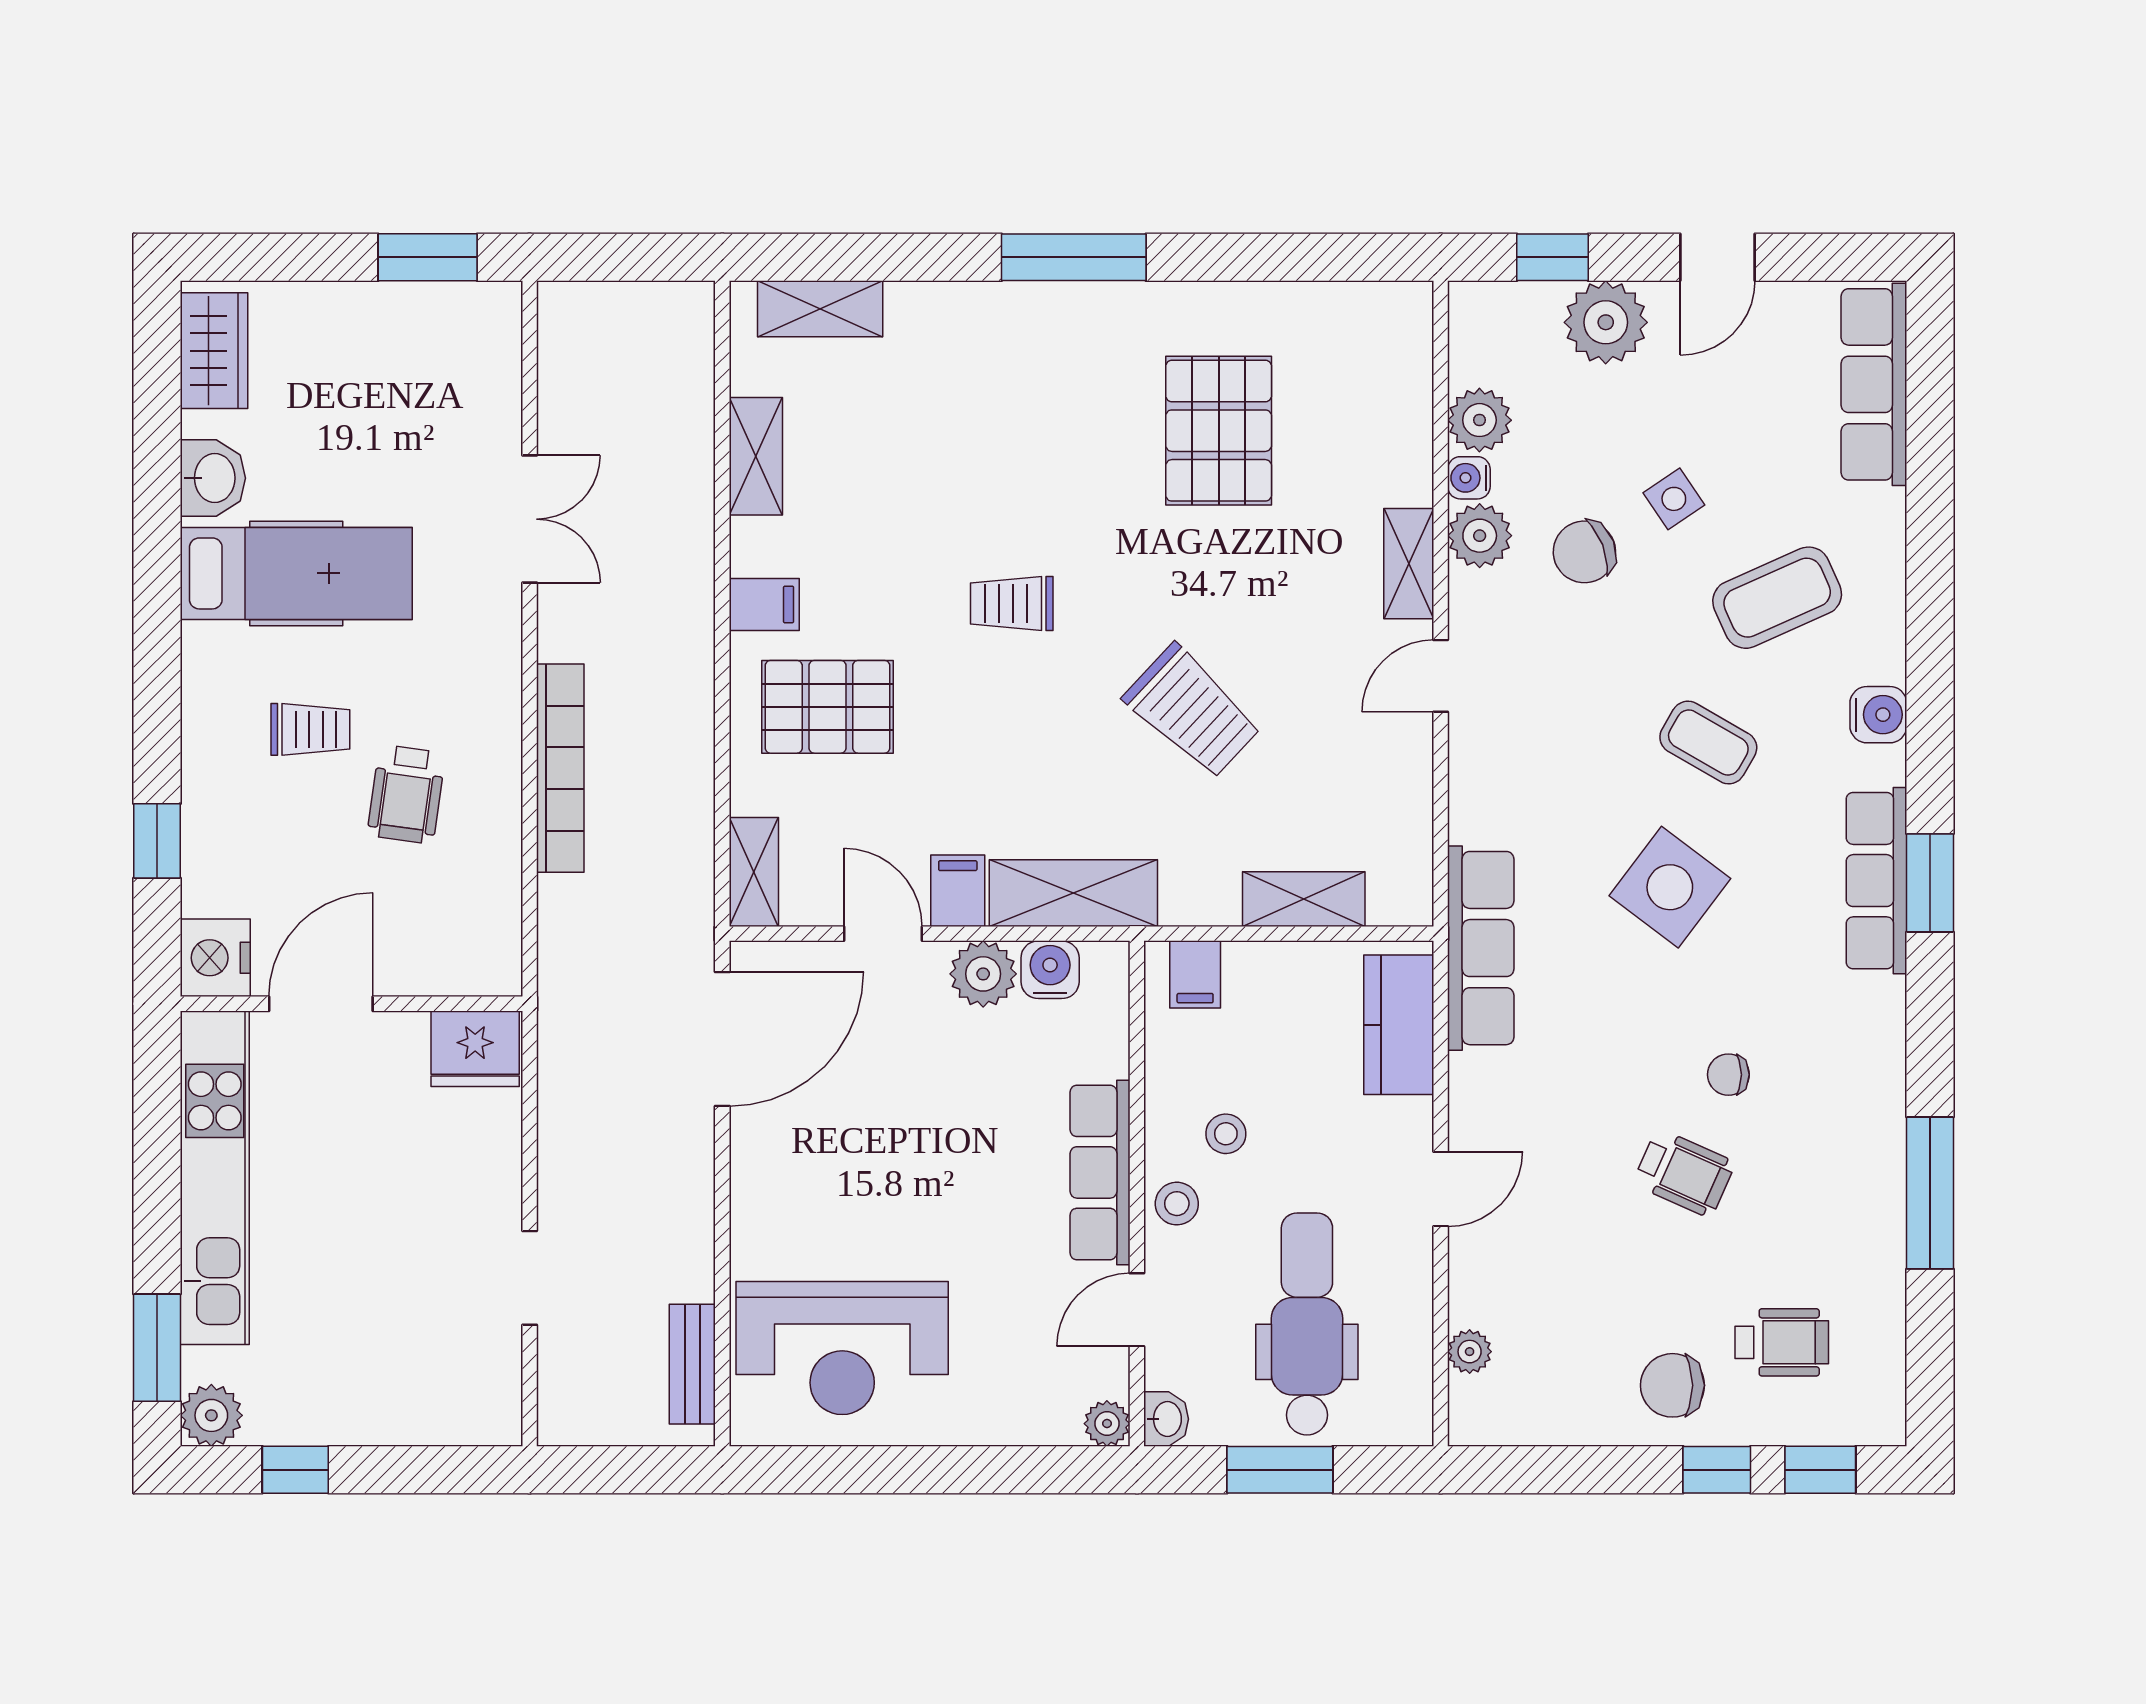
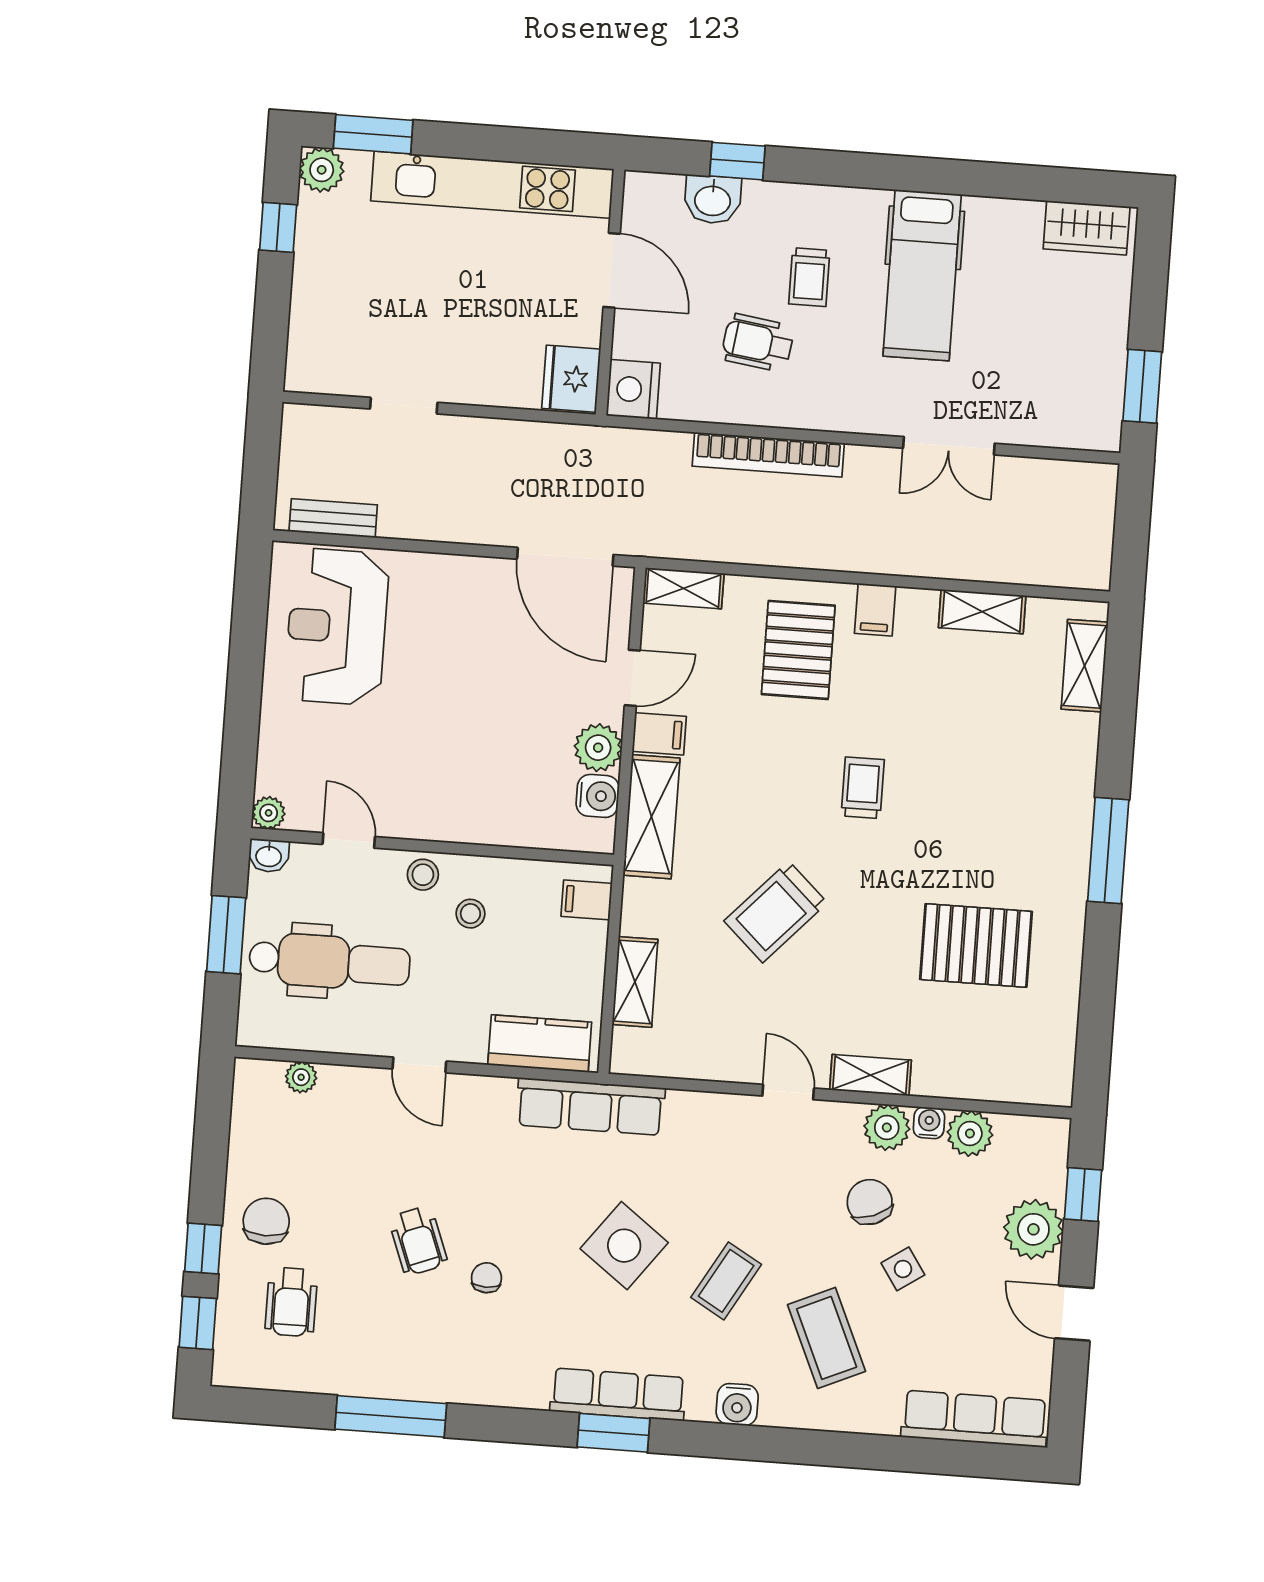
washbasin: (213, 478) -> (713, 200), moved
nightstand: (215, 958) -> (633, 389), moved, turned -90
row of seats: (1100, 1172) -> (449, 821), removed
wheelchair: (1684, 1173) -> (418, 1241), turned -45

